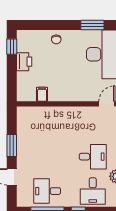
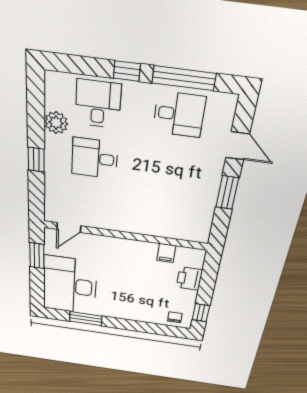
chair: (56, 39) -> (175, 317), moved
printer: (24, 62) -> (189, 279), moved

